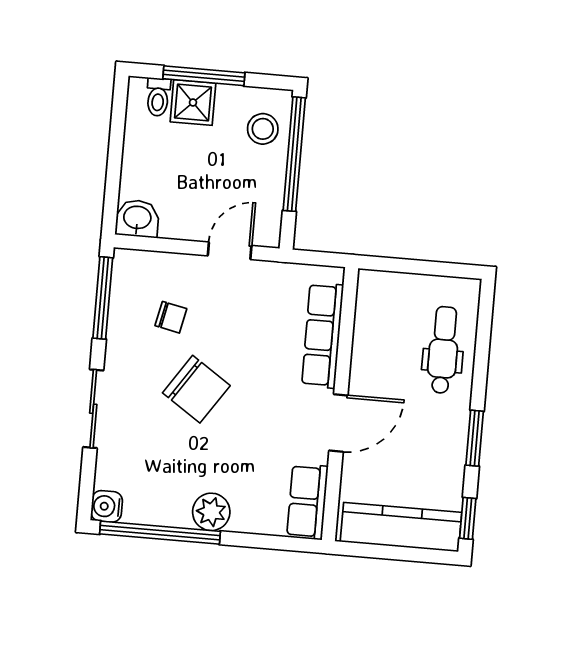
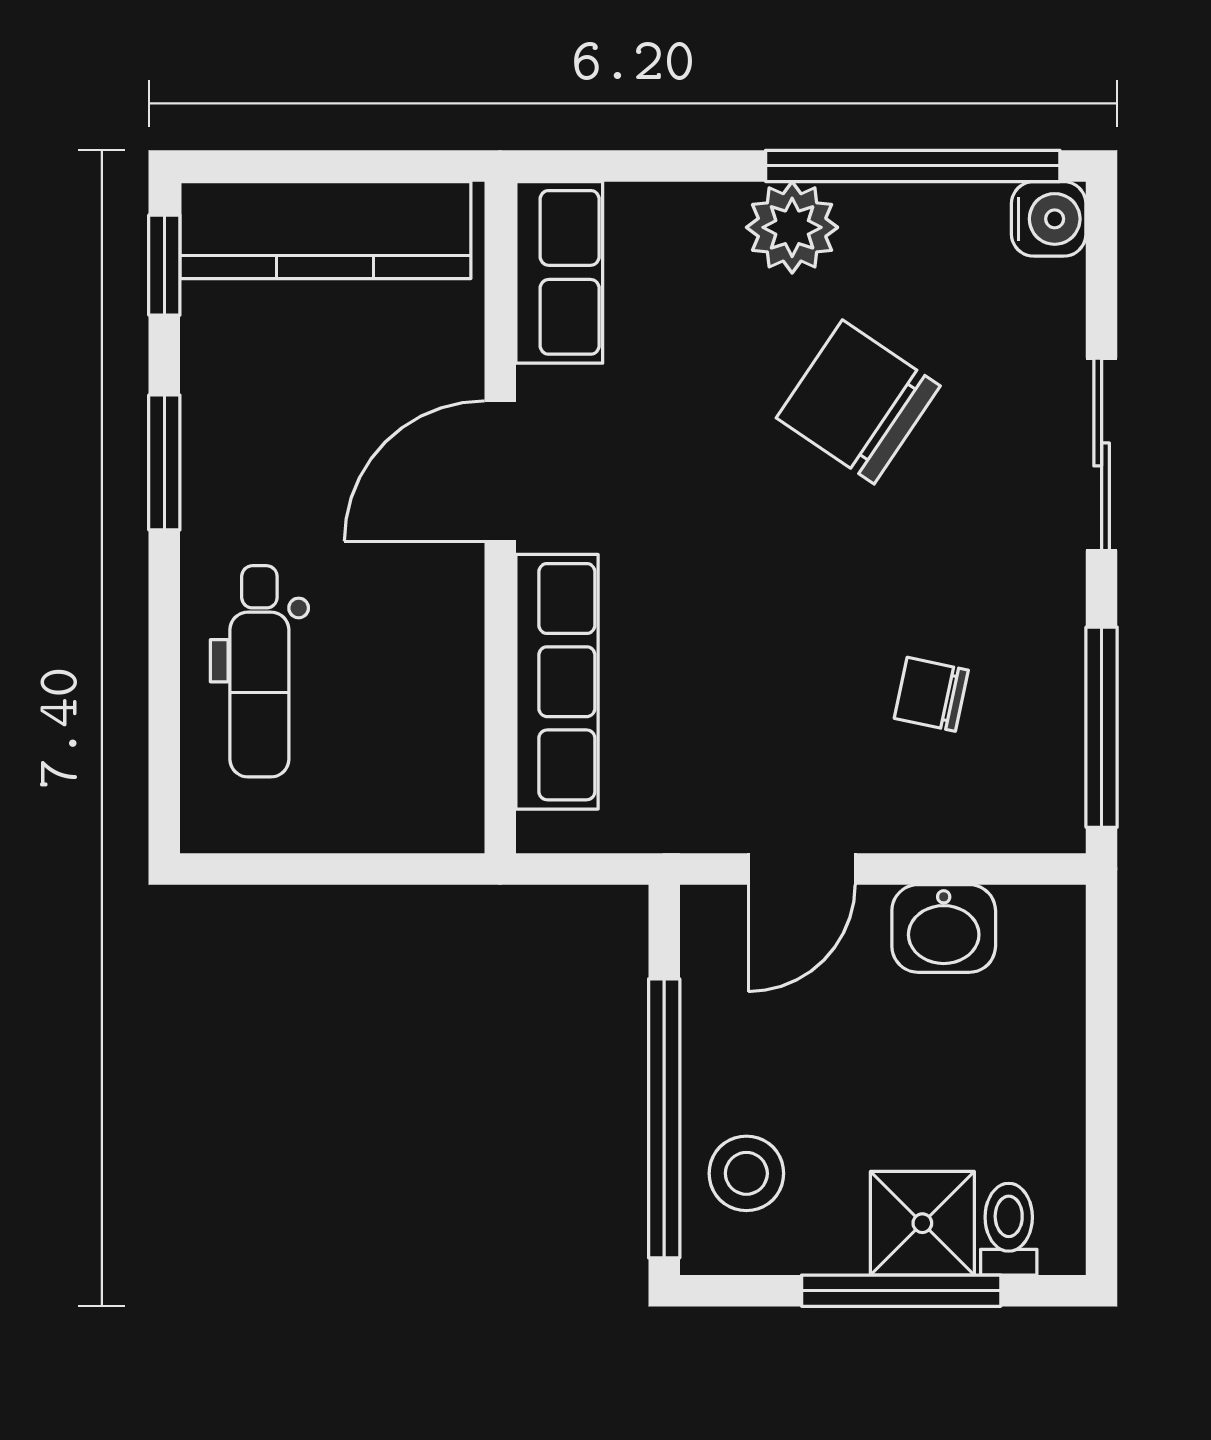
washbasin: (137, 218) -> (944, 928), moved
chair: (196, 389) -> (858, 402), moved

